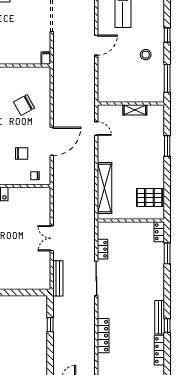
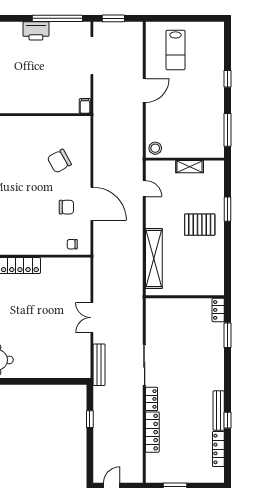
stool: (146, 55) -> (155, 148), moved
door: (52, 141) -> (92, 204), hinge flipped
chair: (22, 153) -> (66, 207), moved
pallet: (149, 198) -> (200, 225), moved
locker: (103, 249) -> (152, 399), moved

